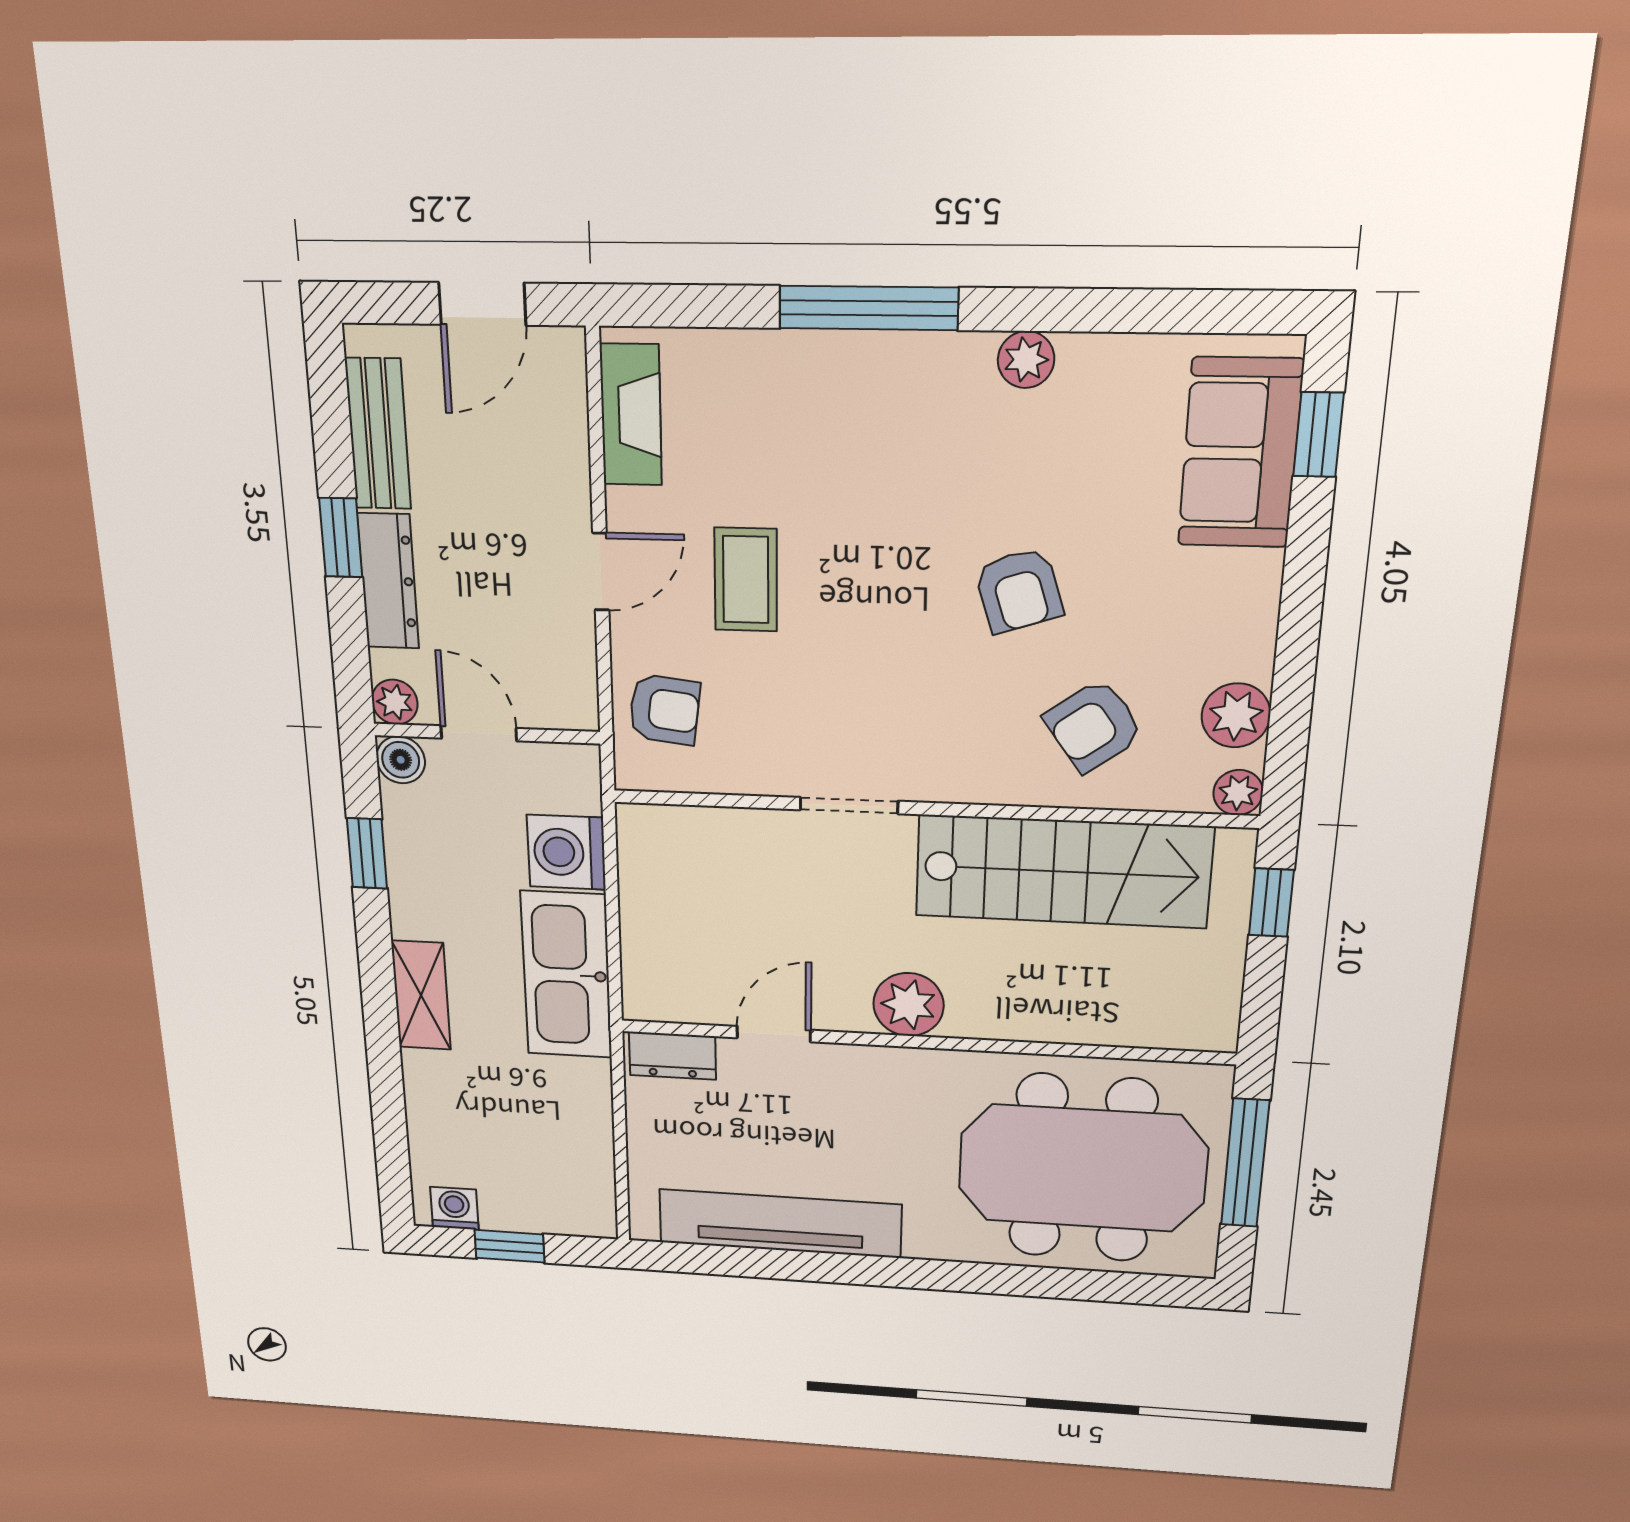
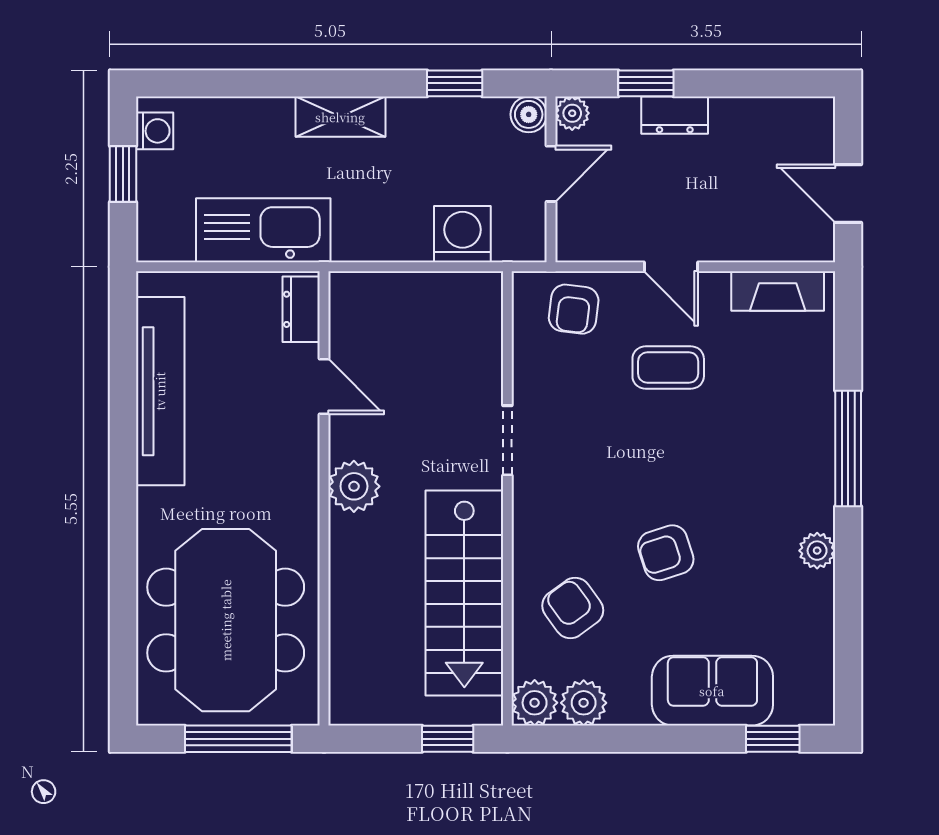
bench: (378, 434) -> (762, 116), removed
sofa: (1240, 453) -> (712, 691), moved
window: (341, 538) -> (646, 83), moved
dresser: (388, 581) -> (675, 115), width x0.70
plant: (1238, 793) -> (535, 703), width x1.38, depth x1.38
kitchen sink: (567, 975) -> (263, 230), moved

